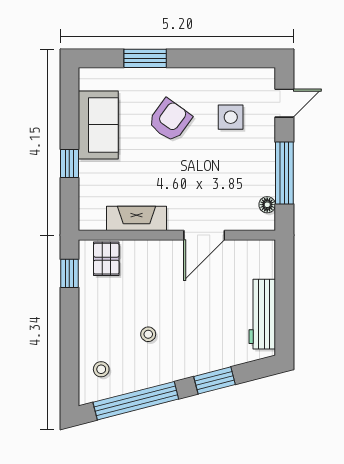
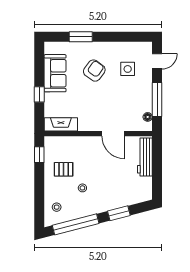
fireplace: (136, 218) -> (61, 124), moved
door: (204, 235) -> (113, 134), hinge flipped
pallet: (106, 259) -> (64, 169), moved, turned 90
workbench: (262, 314) -> (145, 157), moved

